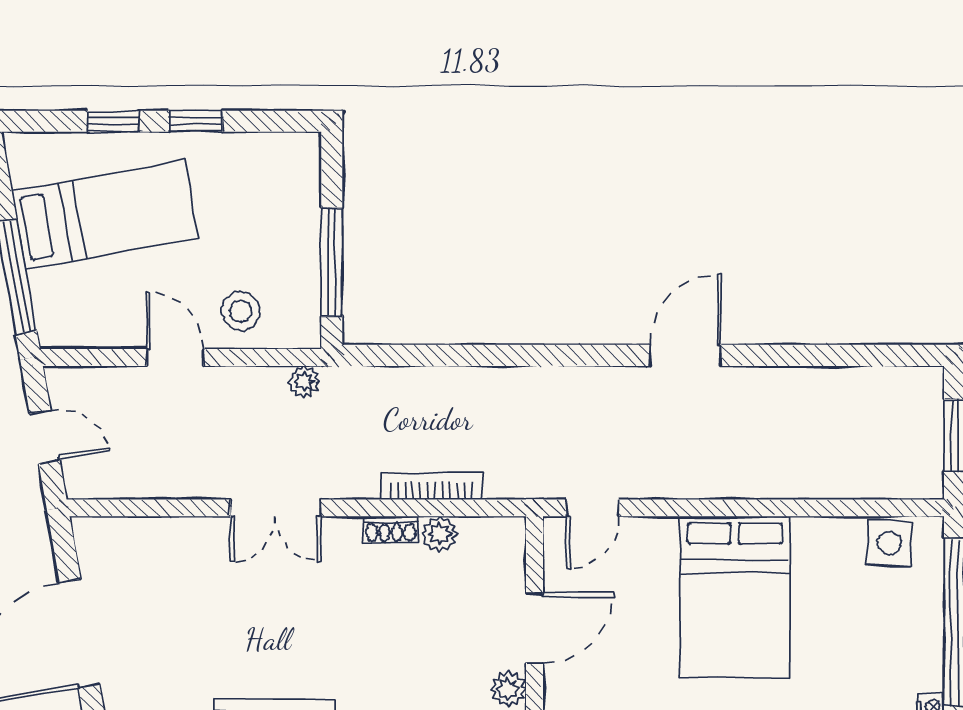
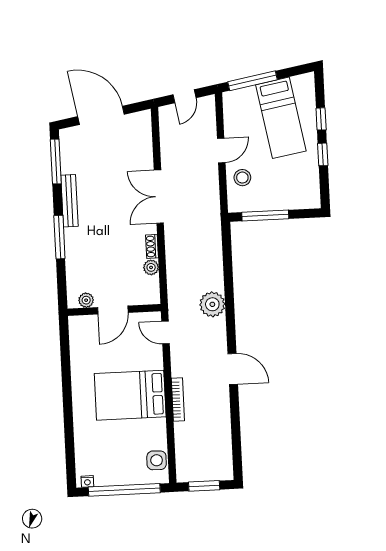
plant: (304, 382) -> (212, 304), moved, width x1.87, depth x1.87
bookcase: (431, 487) -> (178, 399), moved
double door: (275, 508) -> (159, 197), width x1.37
door: (534, 628) -> (113, 310), hinge flipped

